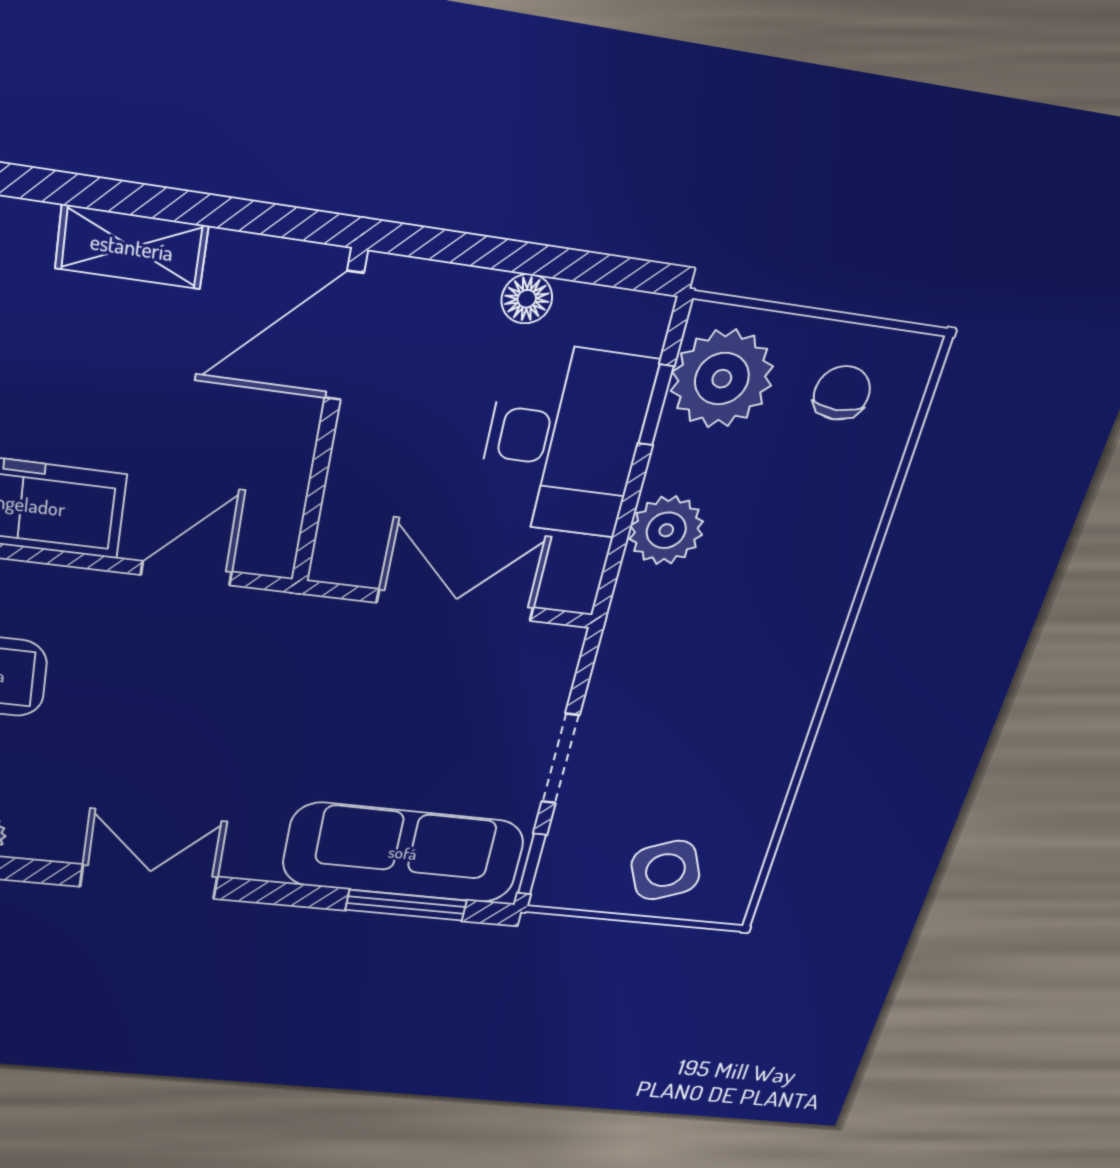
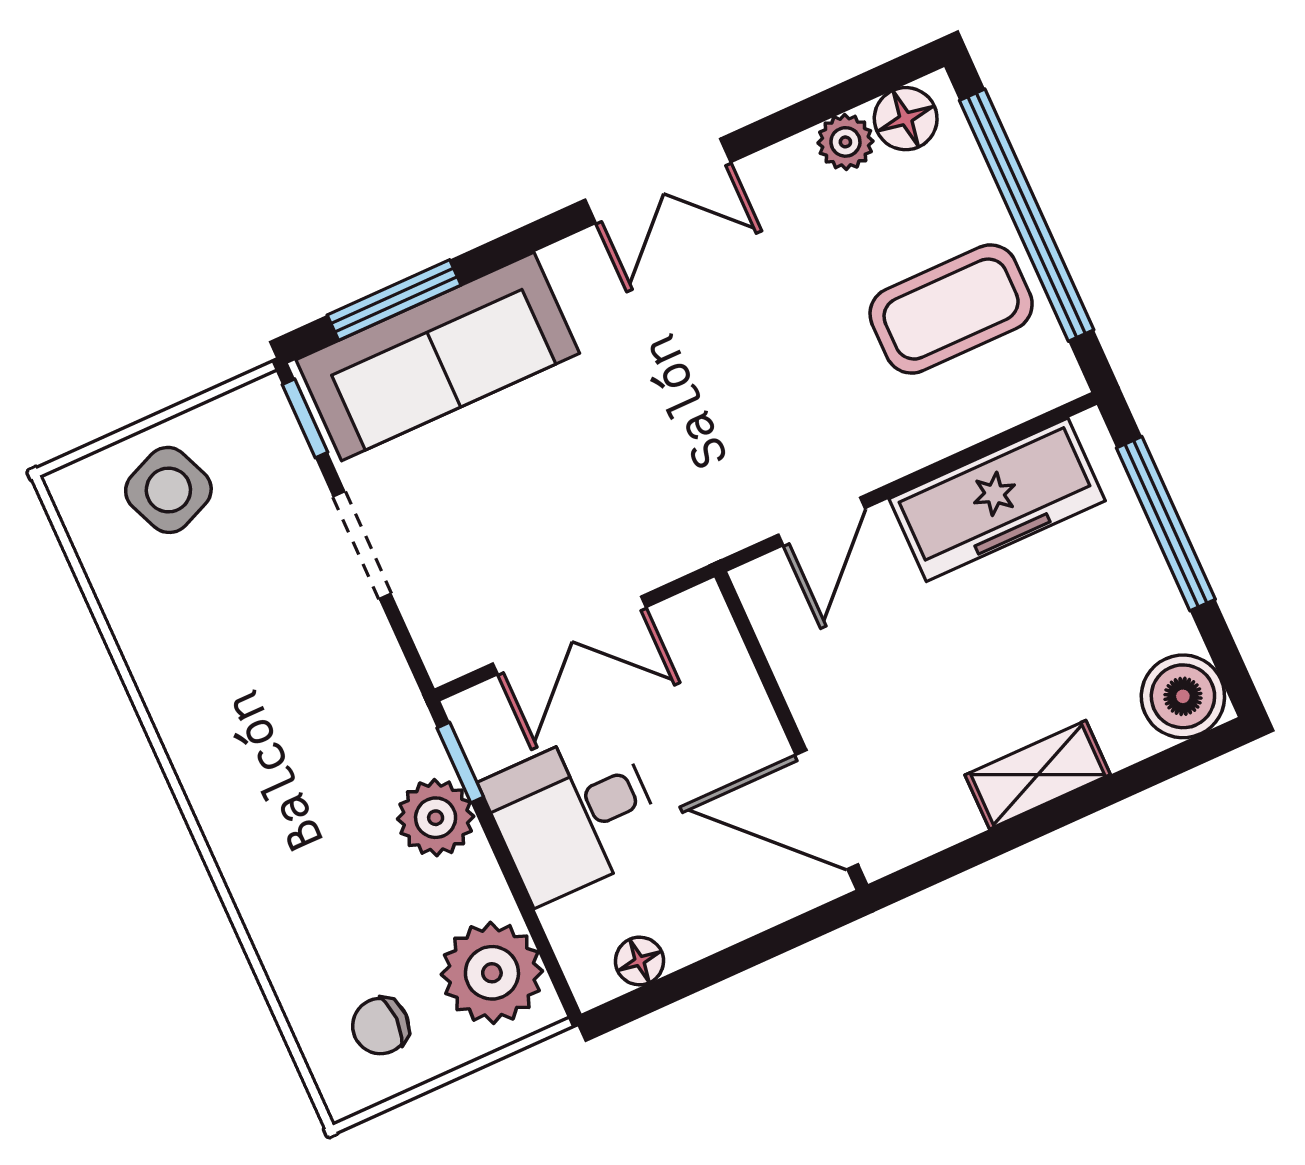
floor lamp: (527, 299) -> (640, 961), moved
door: (344, 336) -> (827, 810), swing flipped
chair: (842, 393) -> (381, 1026), turned 90
window: (656, 405) -> (460, 762), moved
desk: (564, 441) -> (574, 815), width x0.73

